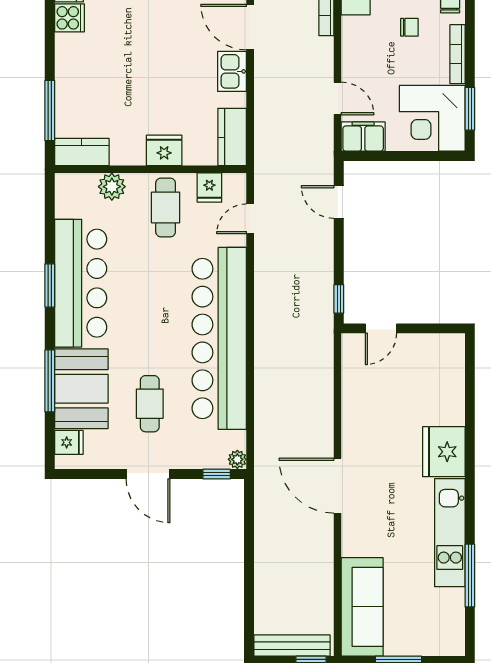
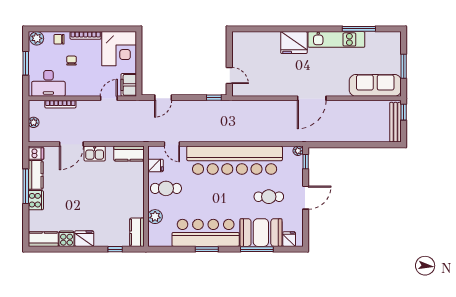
window: (470, 109) -> (114, 29), removed
window: (50, 110) -> (115, 249), width x0.46
fridge: (164, 150) -> (84, 239), moved, turned 90

